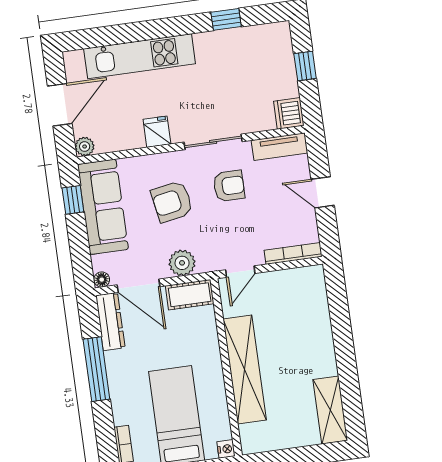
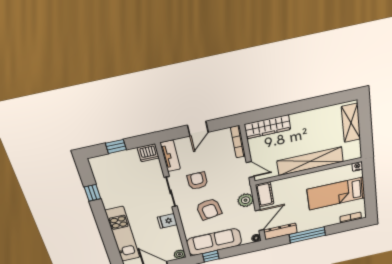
wardrobe: (315, 300) -> (268, 127), added
shelving: (330, 410) -> (351, 123), moved, turned 90

